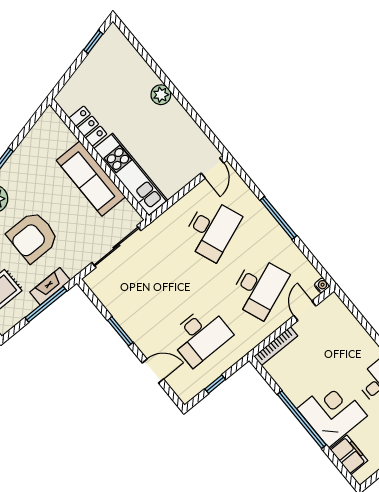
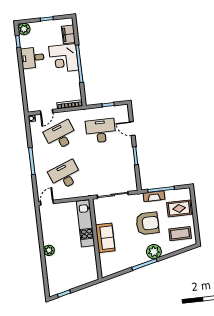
locker: (88, 126) -> (91, 257), removed
sofa: (91, 179) -> (105, 238), width x0.73

